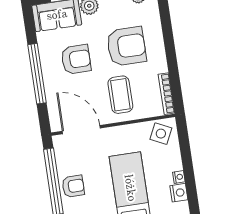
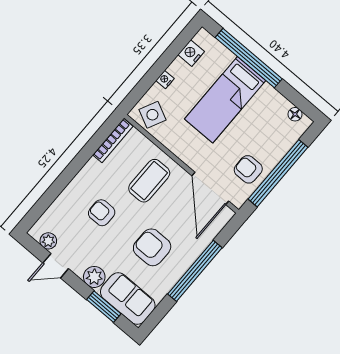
armchair: (126, 46) -> (102, 213), width x0.53, depth x0.53
nightstand: (179, 177) -> (165, 80), moved
armchair: (73, 186) -> (248, 169), moved

